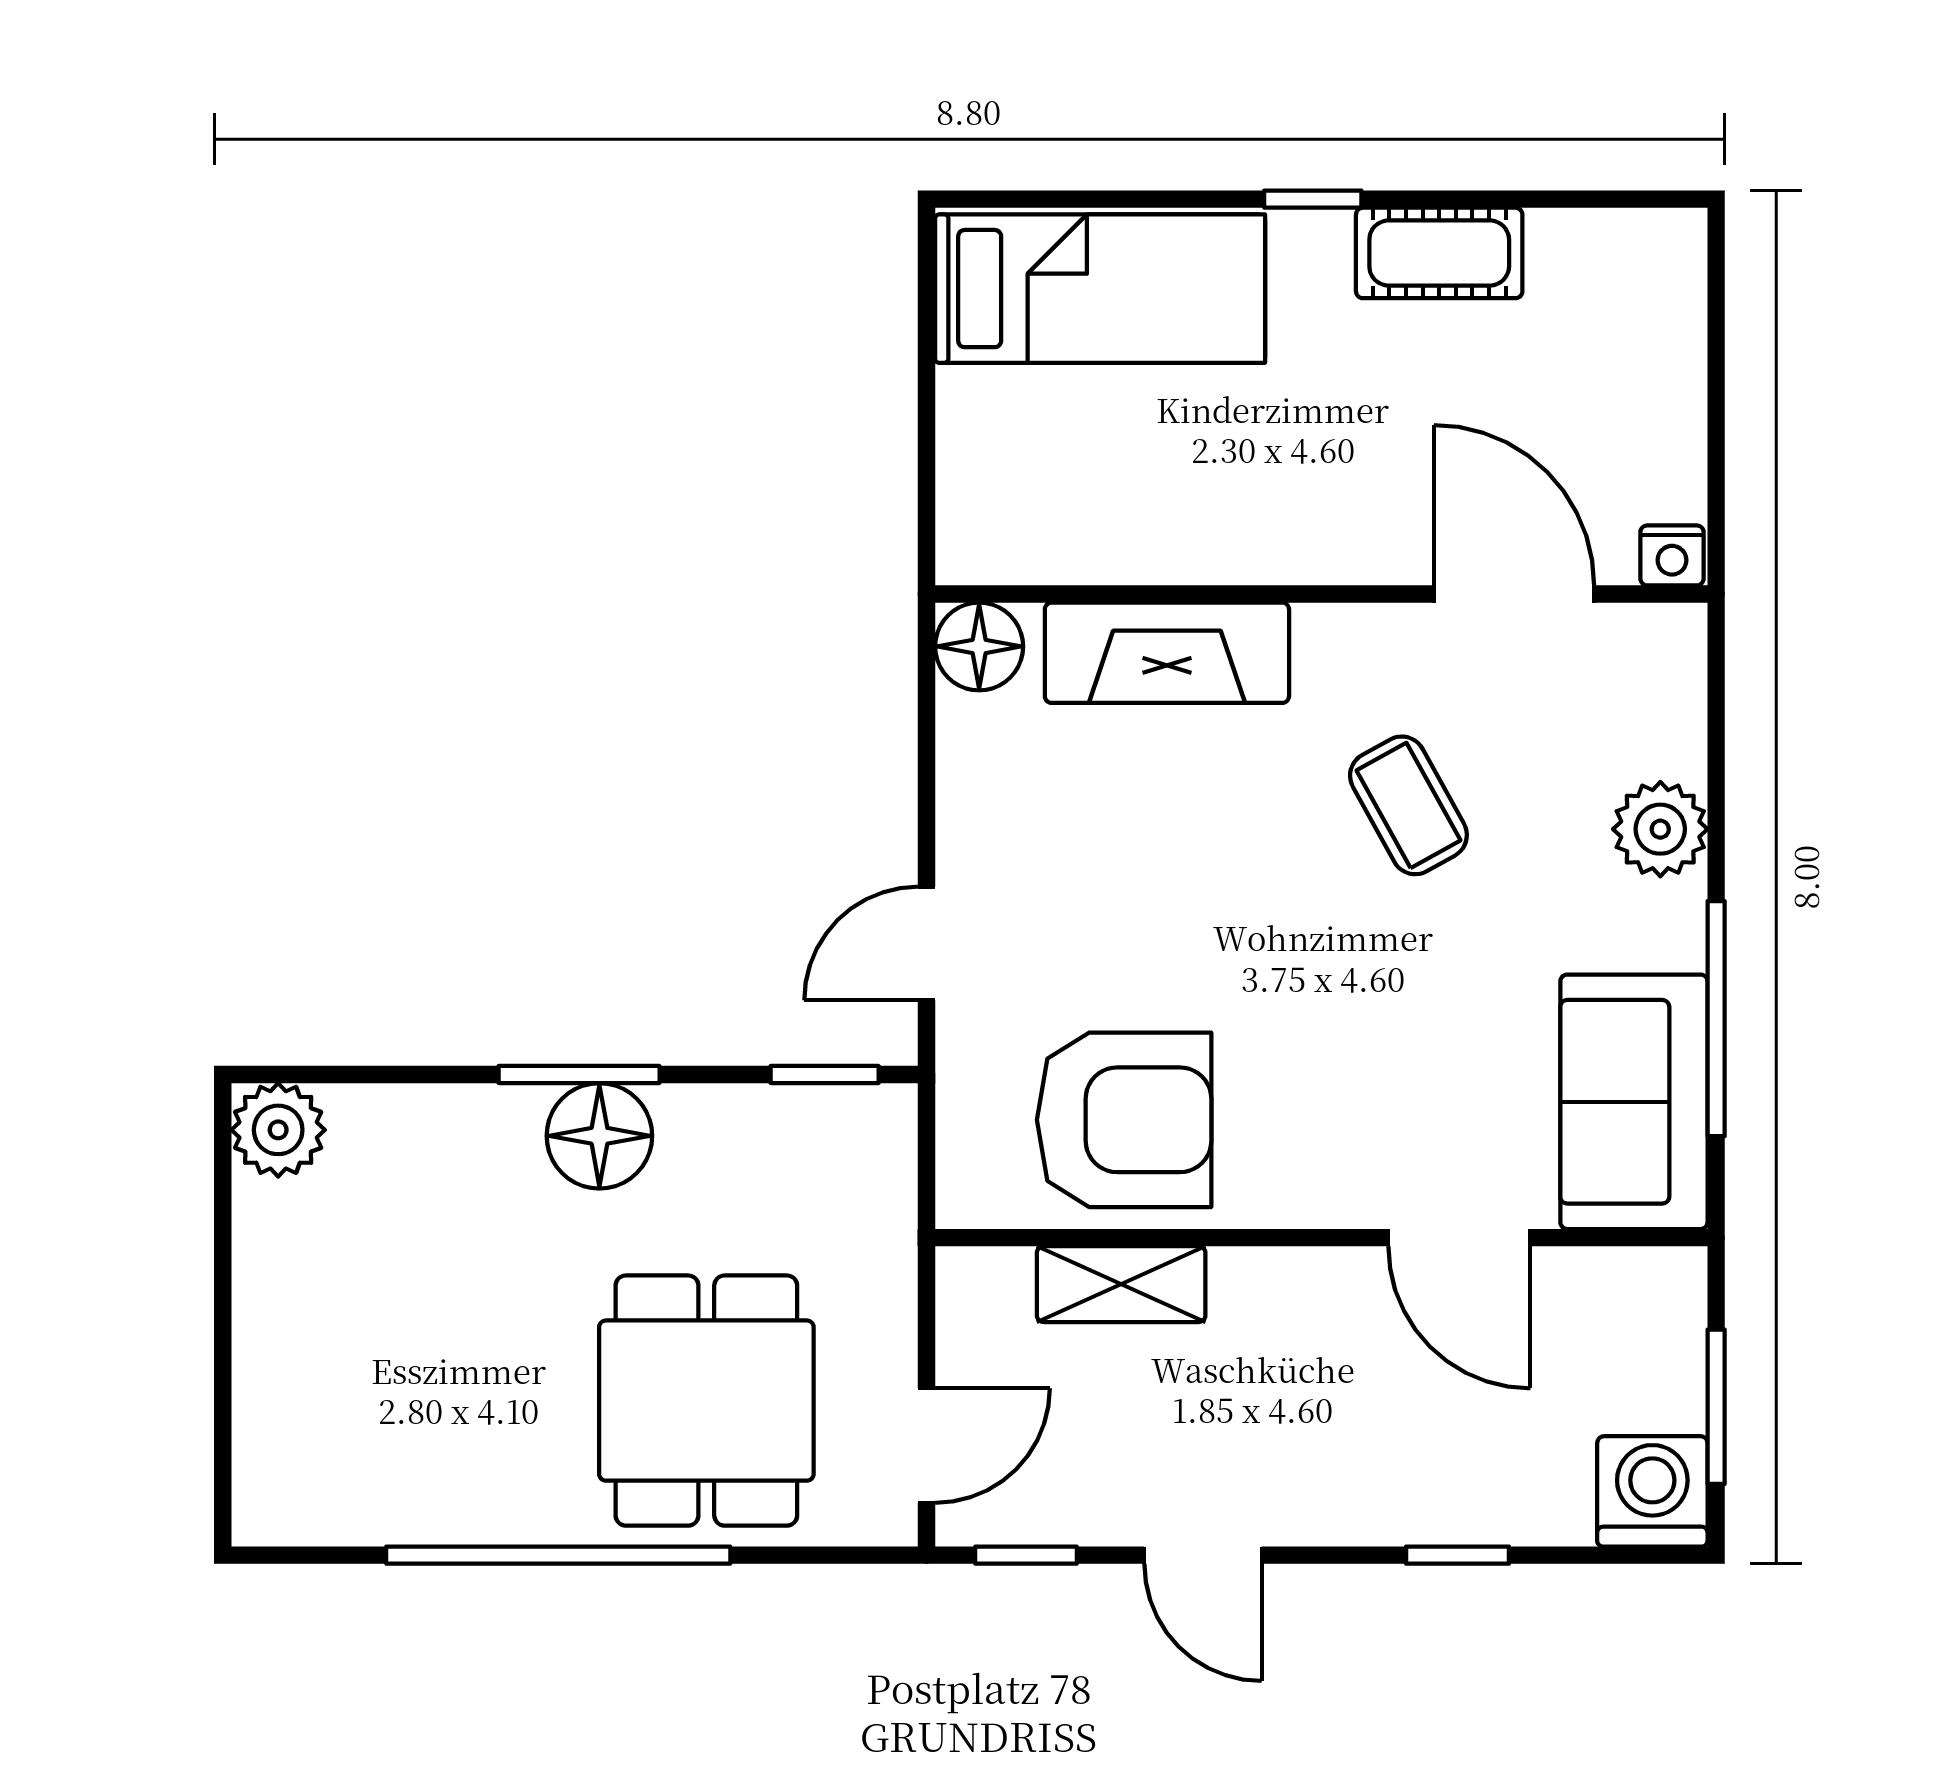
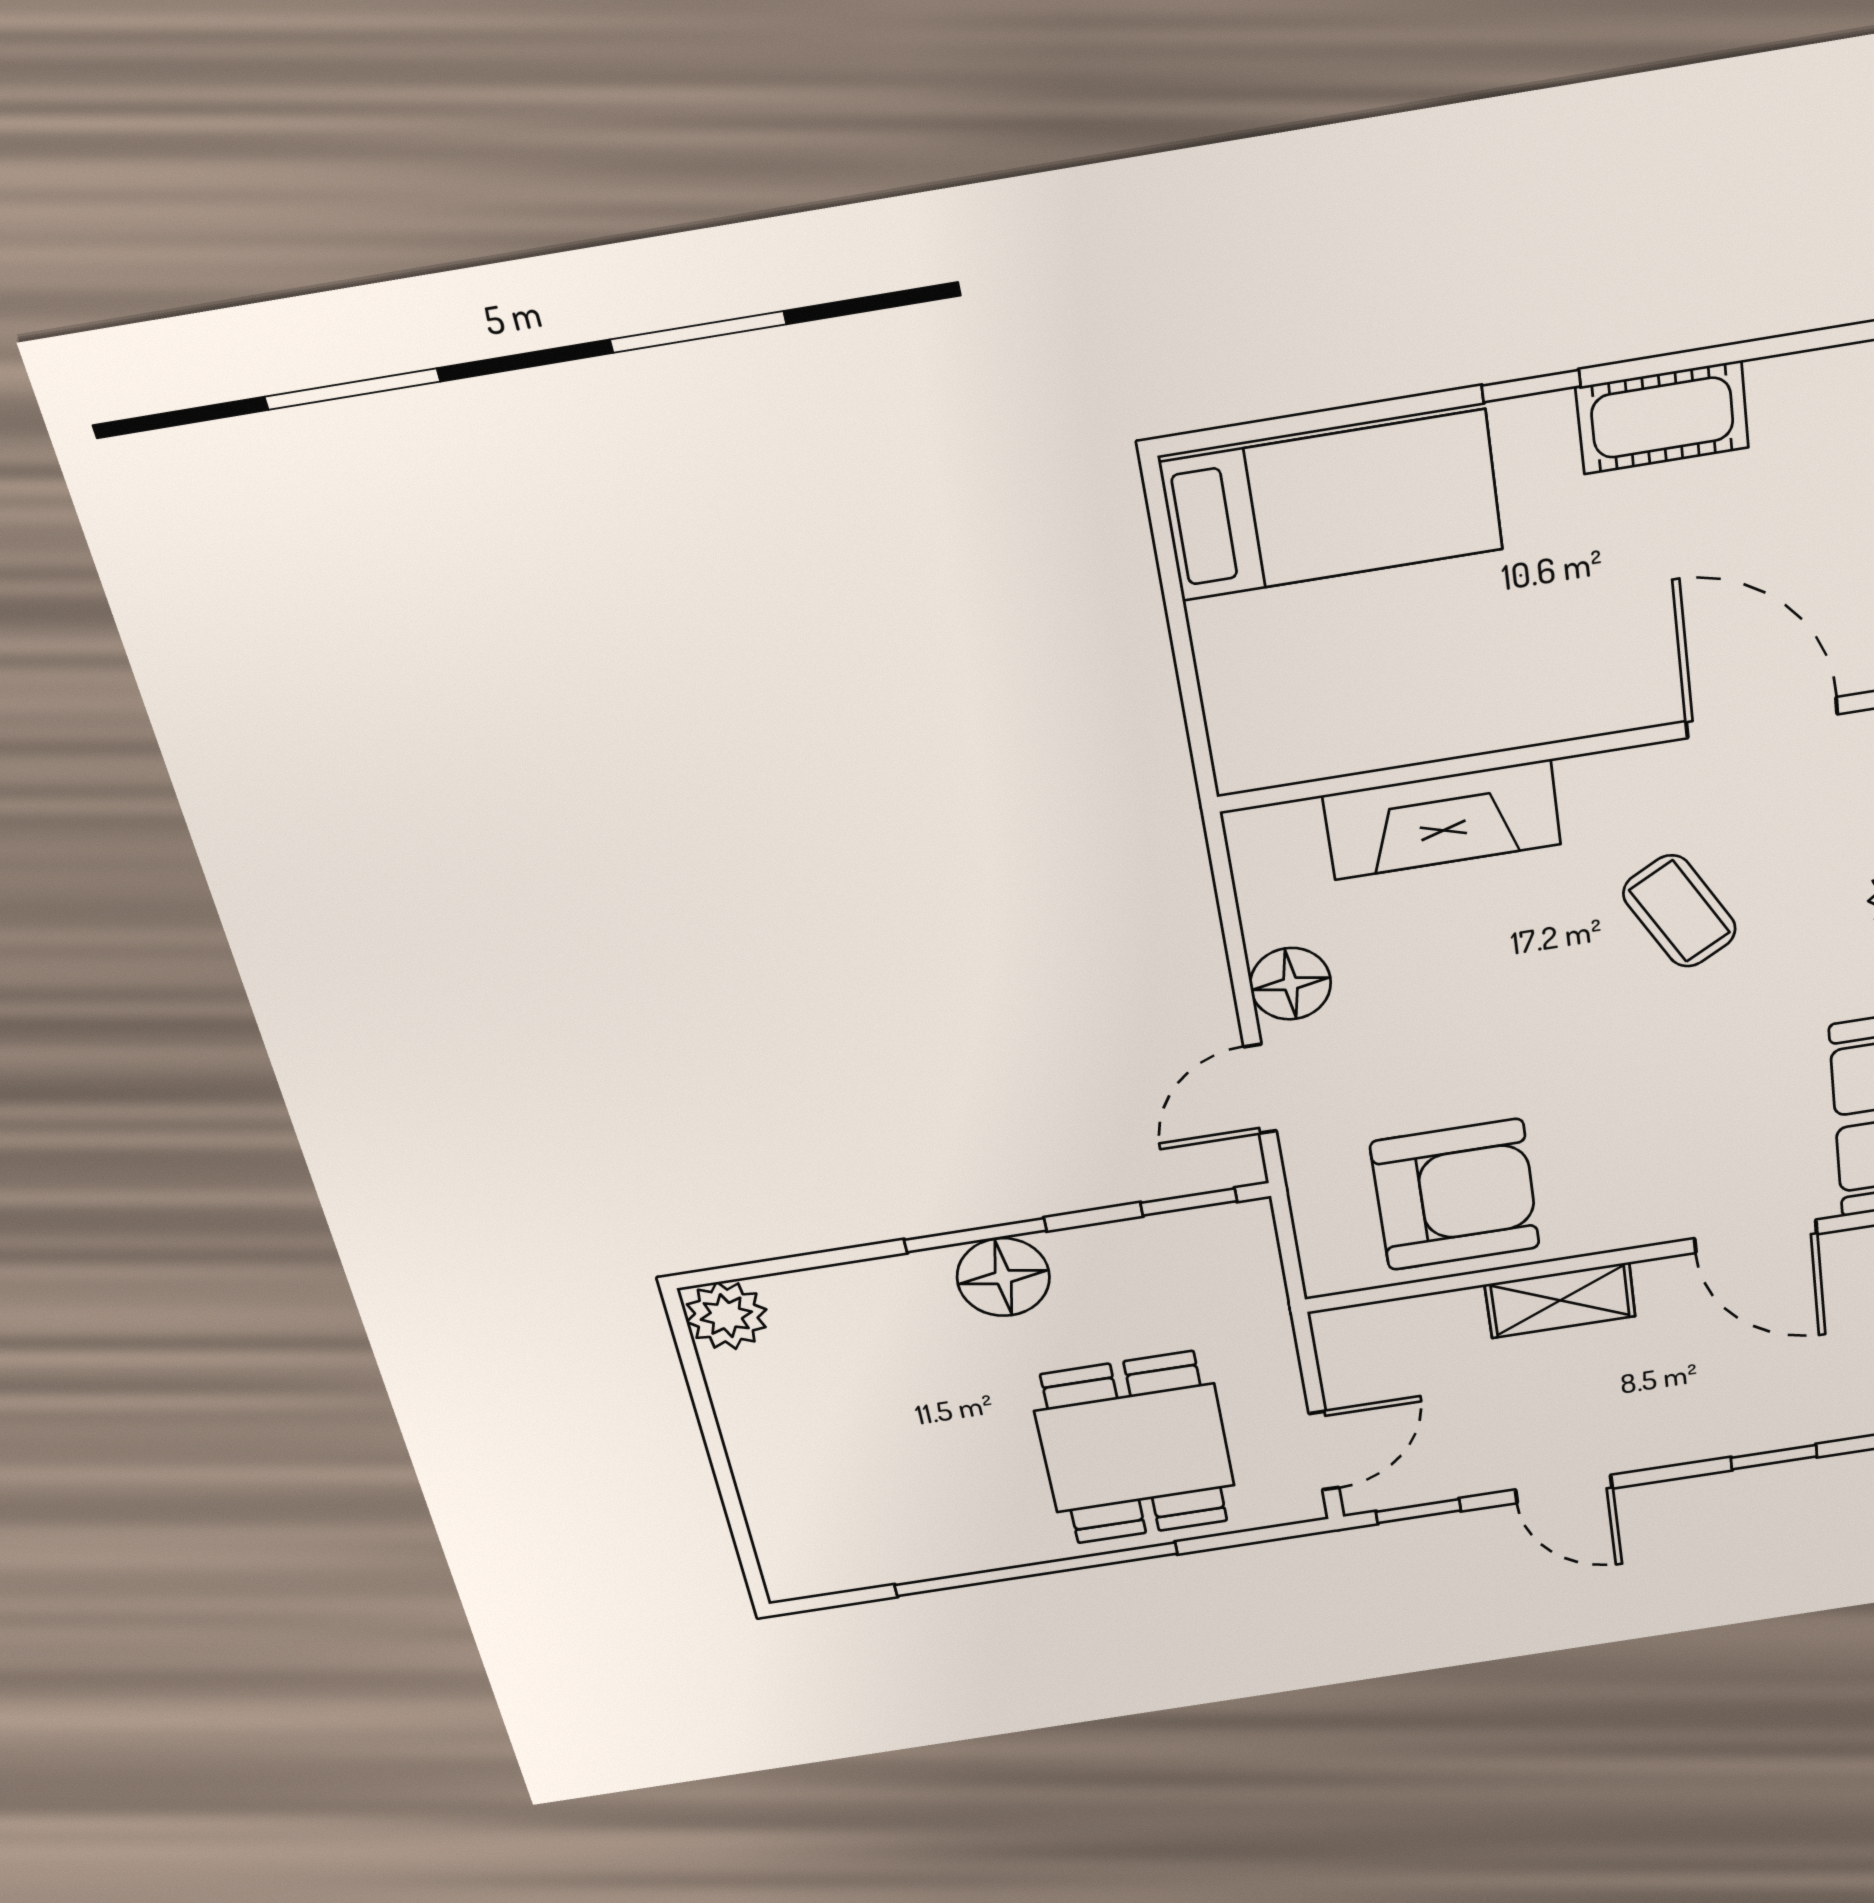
floor lamp: (979, 646) -> (1290, 984), moved
shelving: (1121, 1284) -> (1560, 1300), moved

